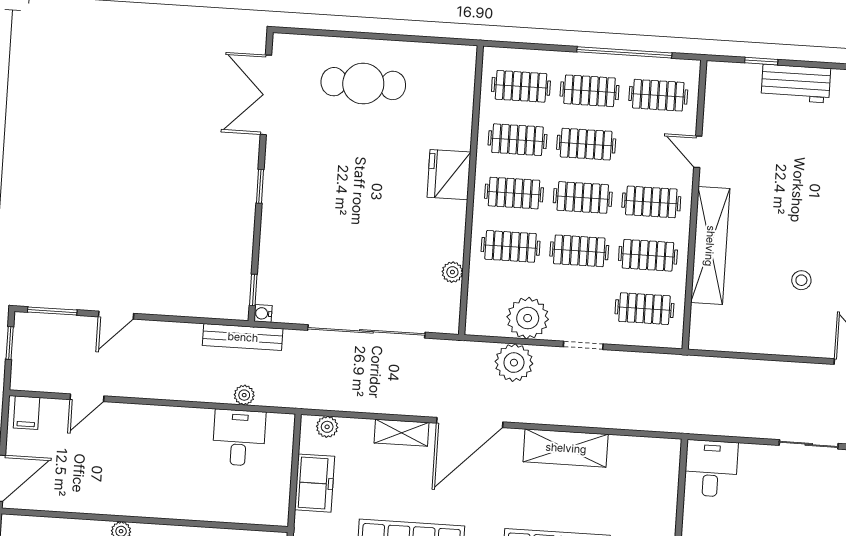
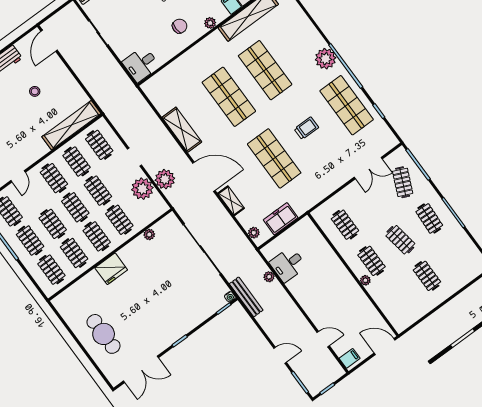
shelving: (710, 246) -> (71, 125), moved

